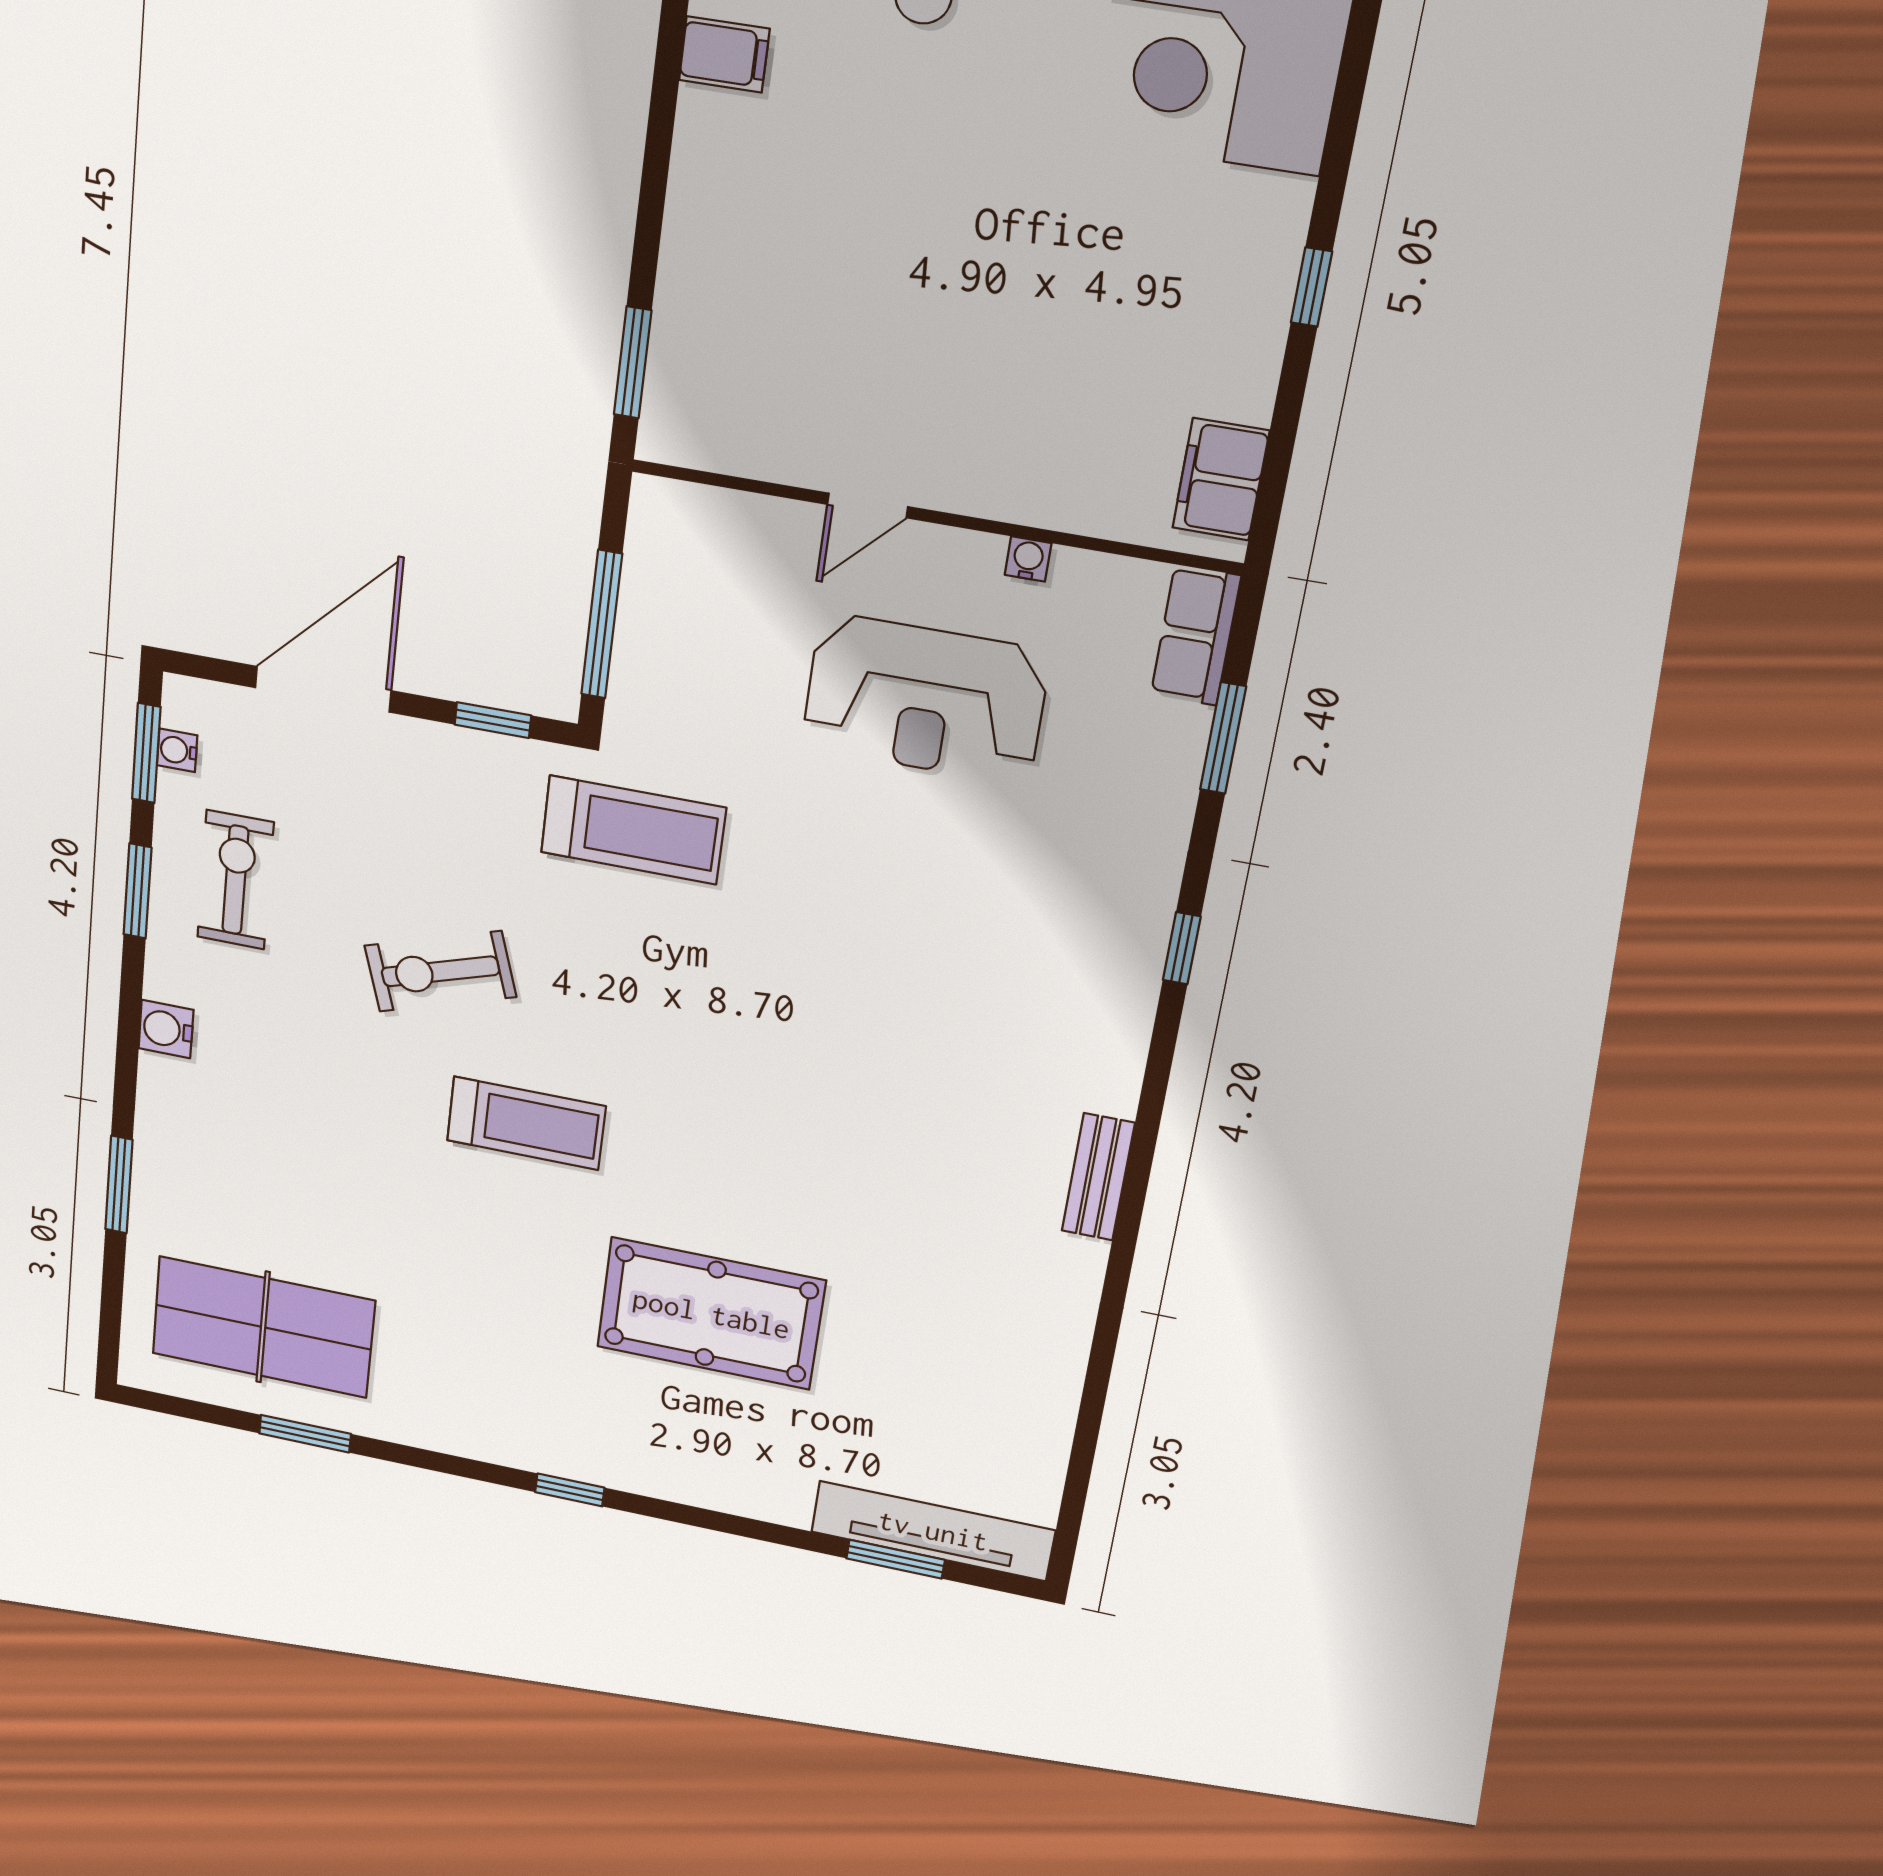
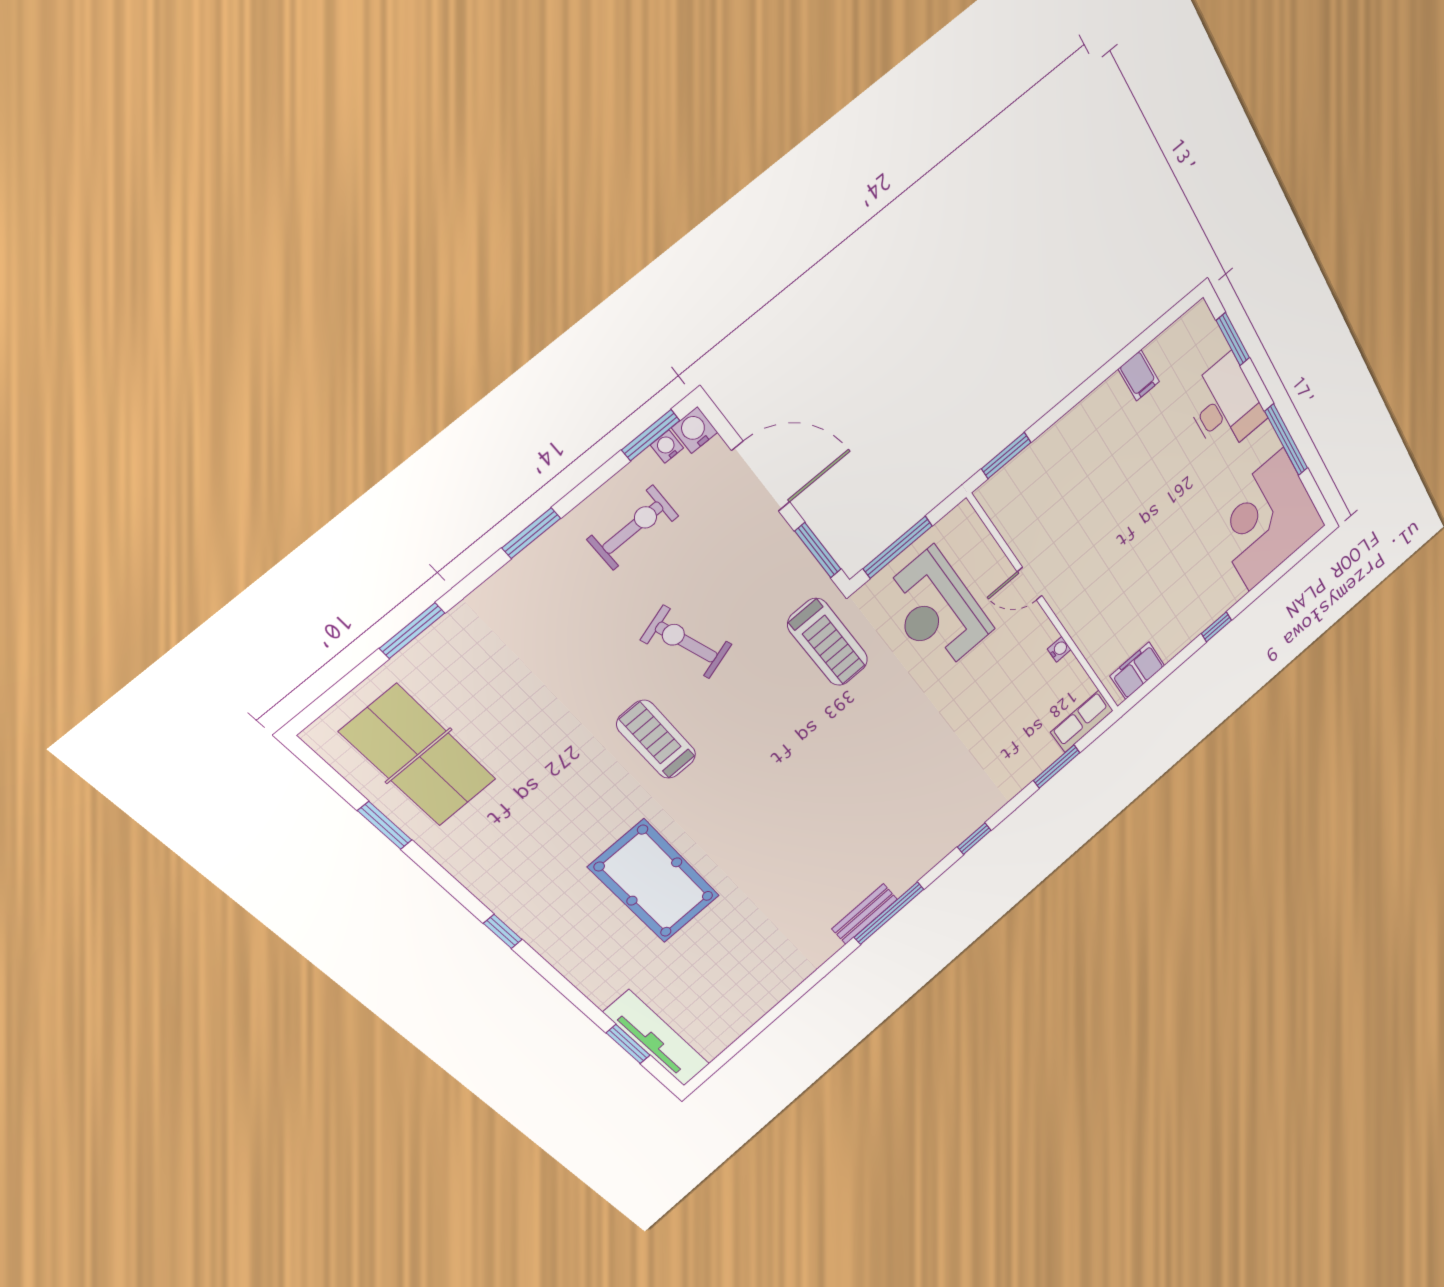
reception desk: (925, 699) -> (937, 611), moved
window: (493, 720) -> (818, 550), width x1.50
window: (138, 891) -> (531, 533), moved
water cooler: (166, 1029) -> (695, 430), moved
treadmill: (526, 1123) -> (656, 740), turned 180
window: (1142, 1152) -> (889, 913), added

